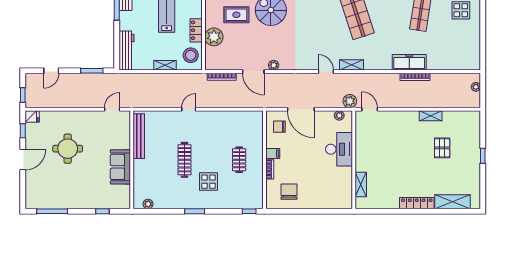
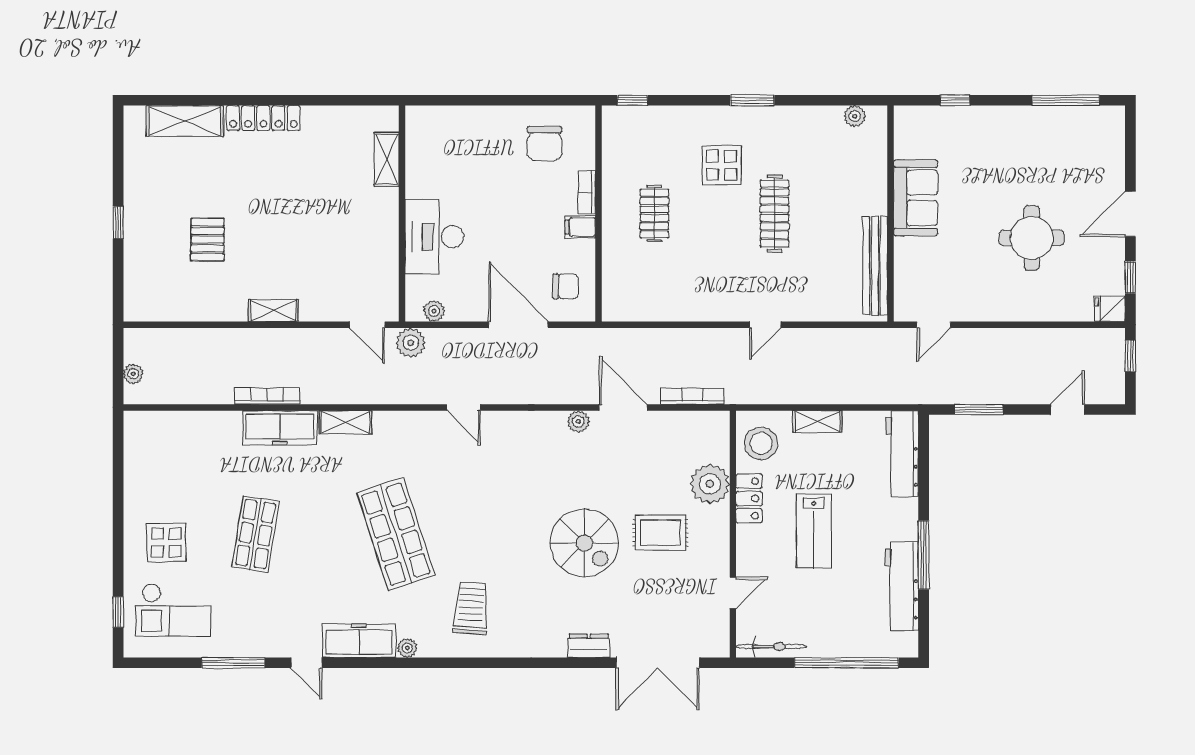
shelving: (351, 65) -> (345, 422), moved
shelving: (431, 116) -> (273, 310), moved

